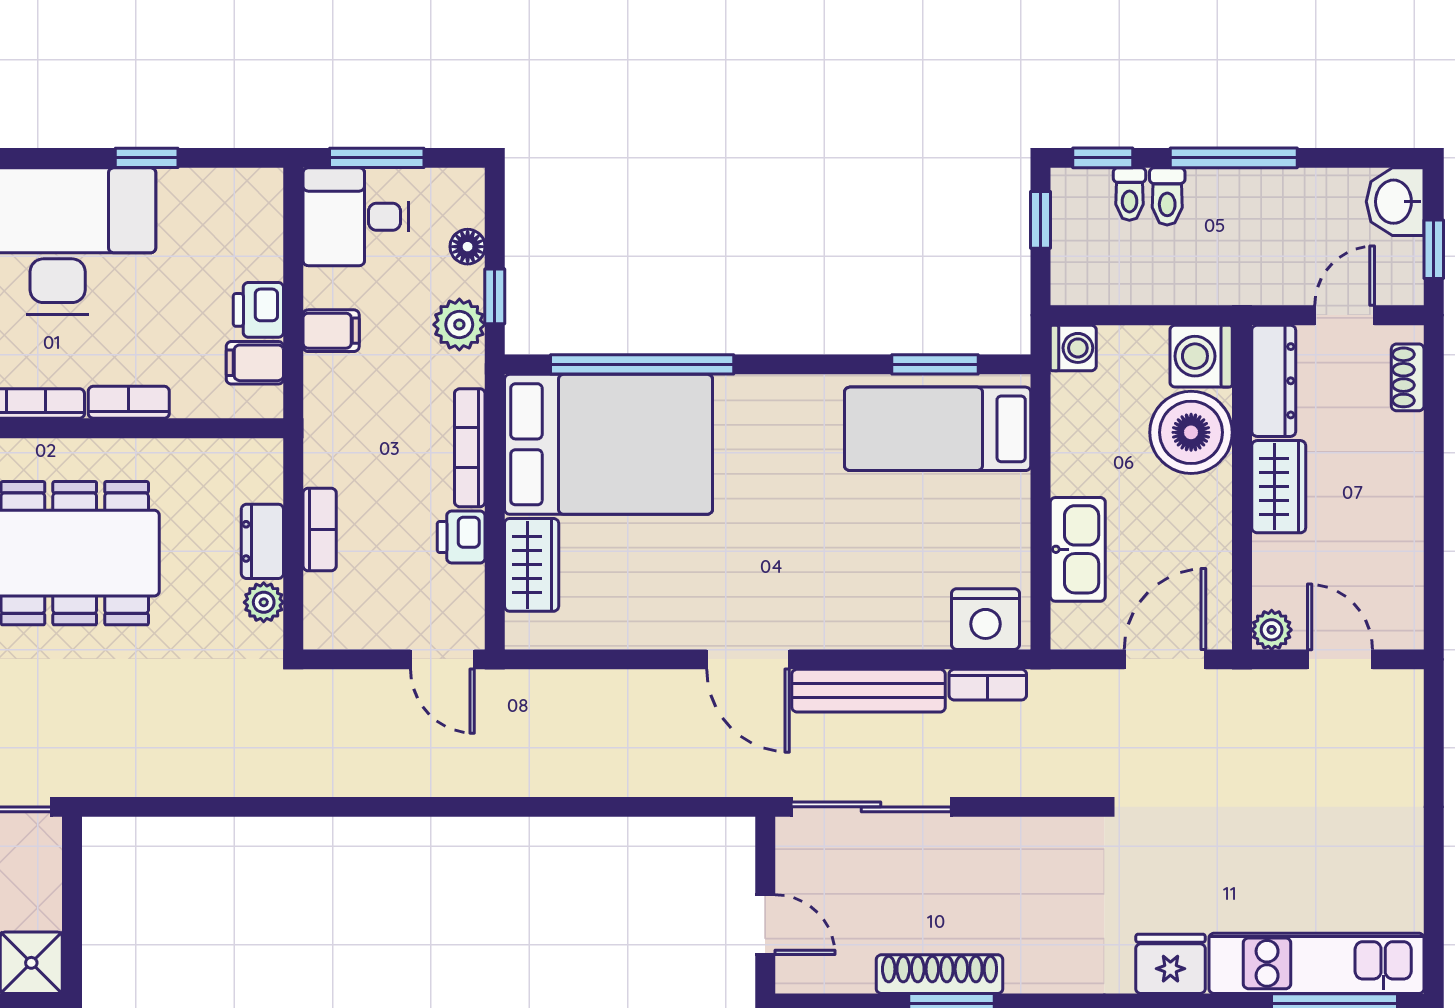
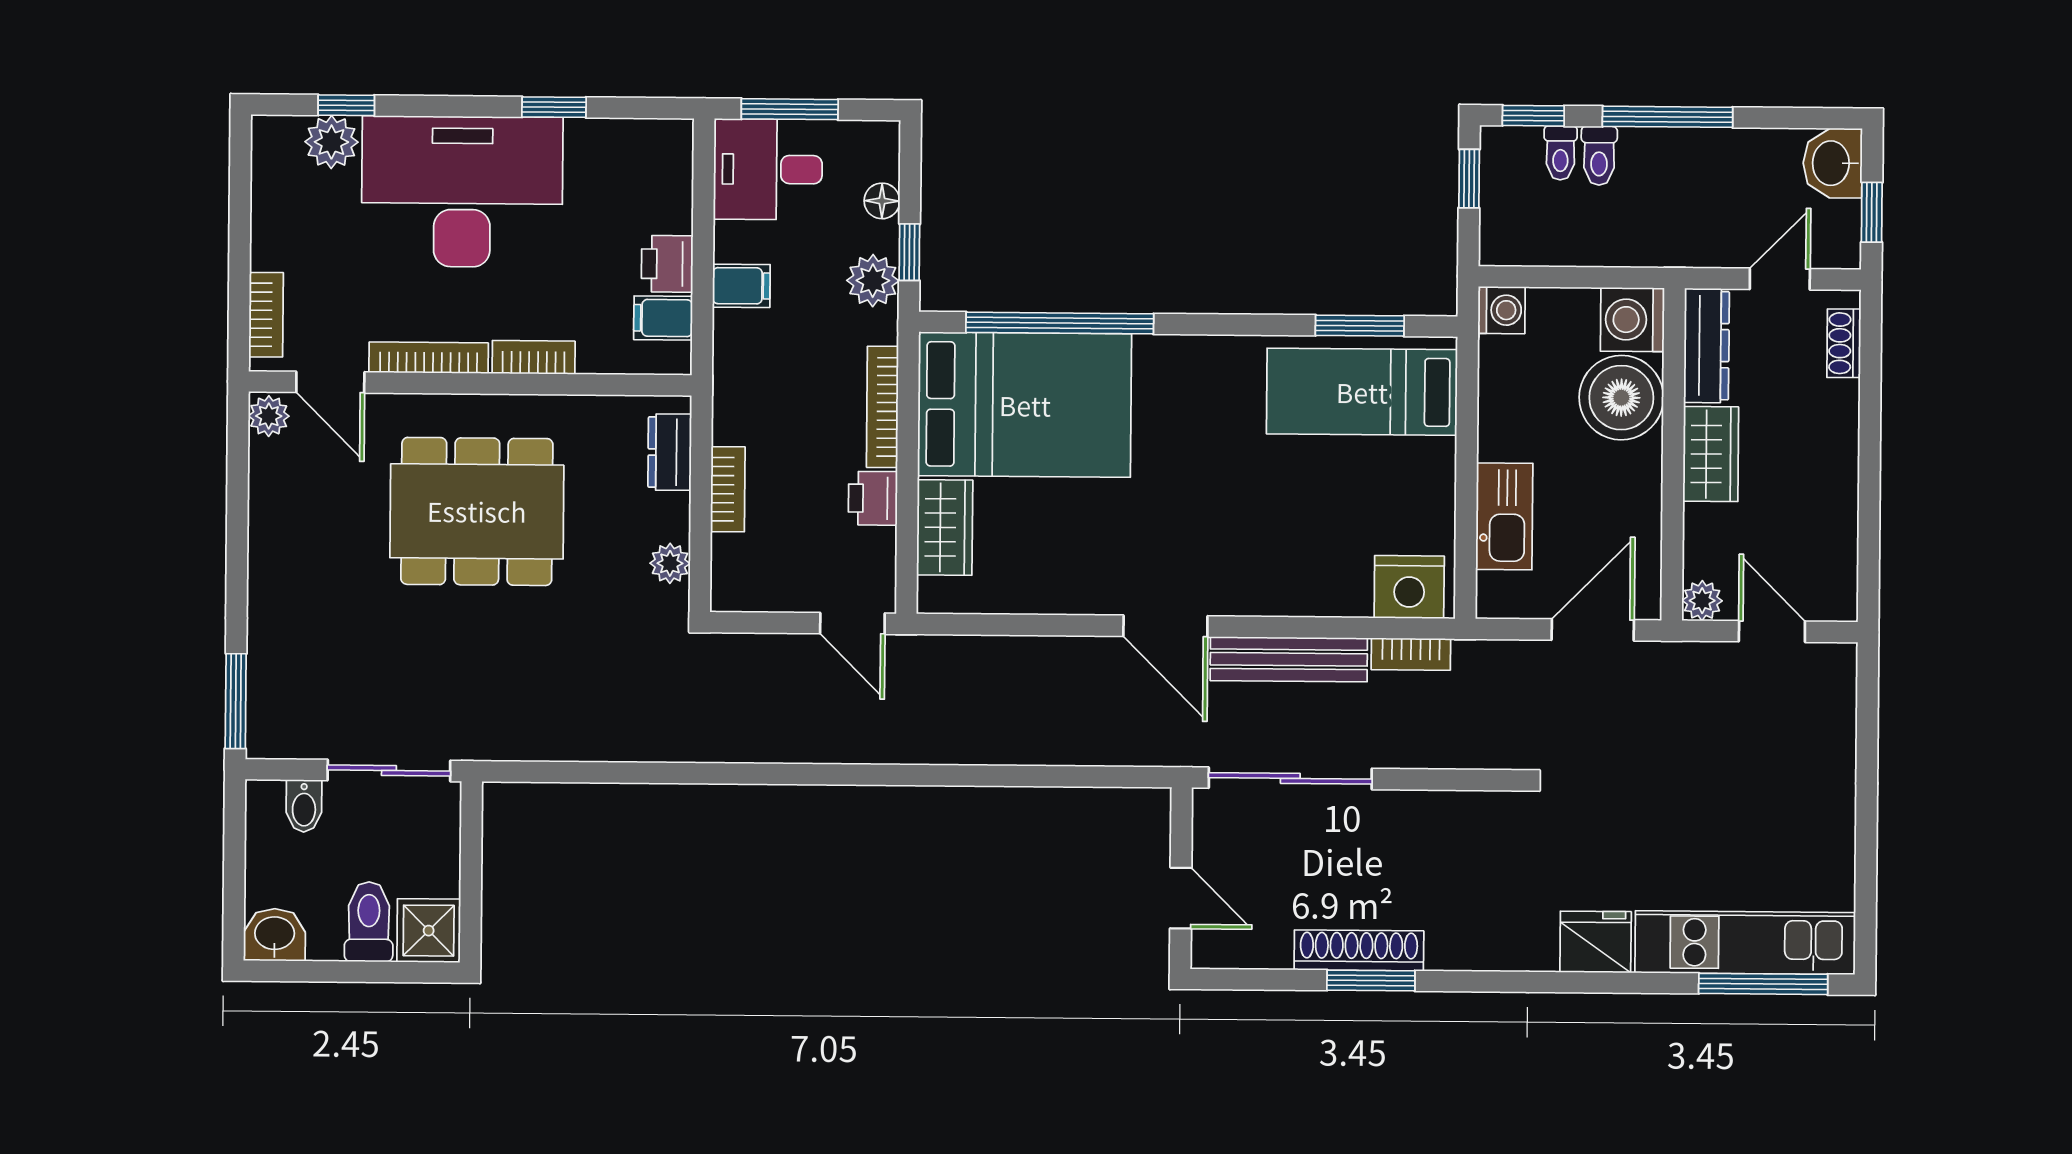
dresser: (262, 541) -> (670, 452), moved

